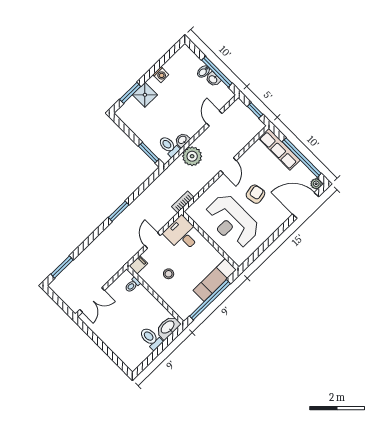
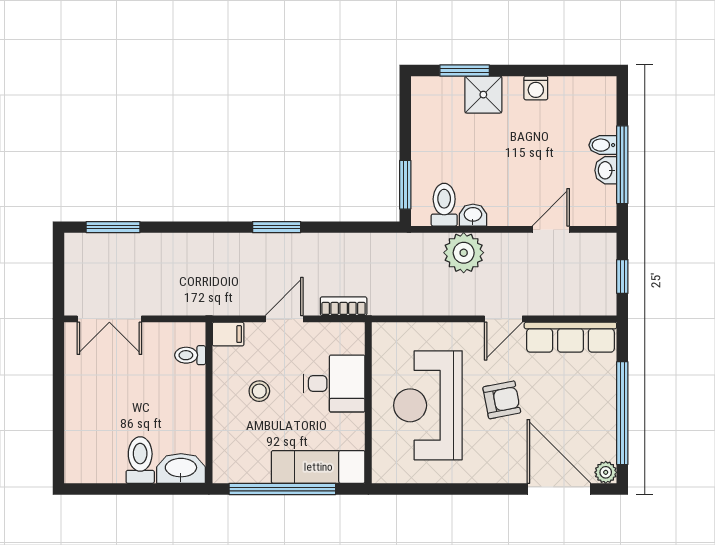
row of seats: (279, 149) -> (570, 337), moved, turned -90
bookcase: (183, 202) -> (344, 306), moved
desk: (182, 234) -> (334, 383), moved, turned 90

